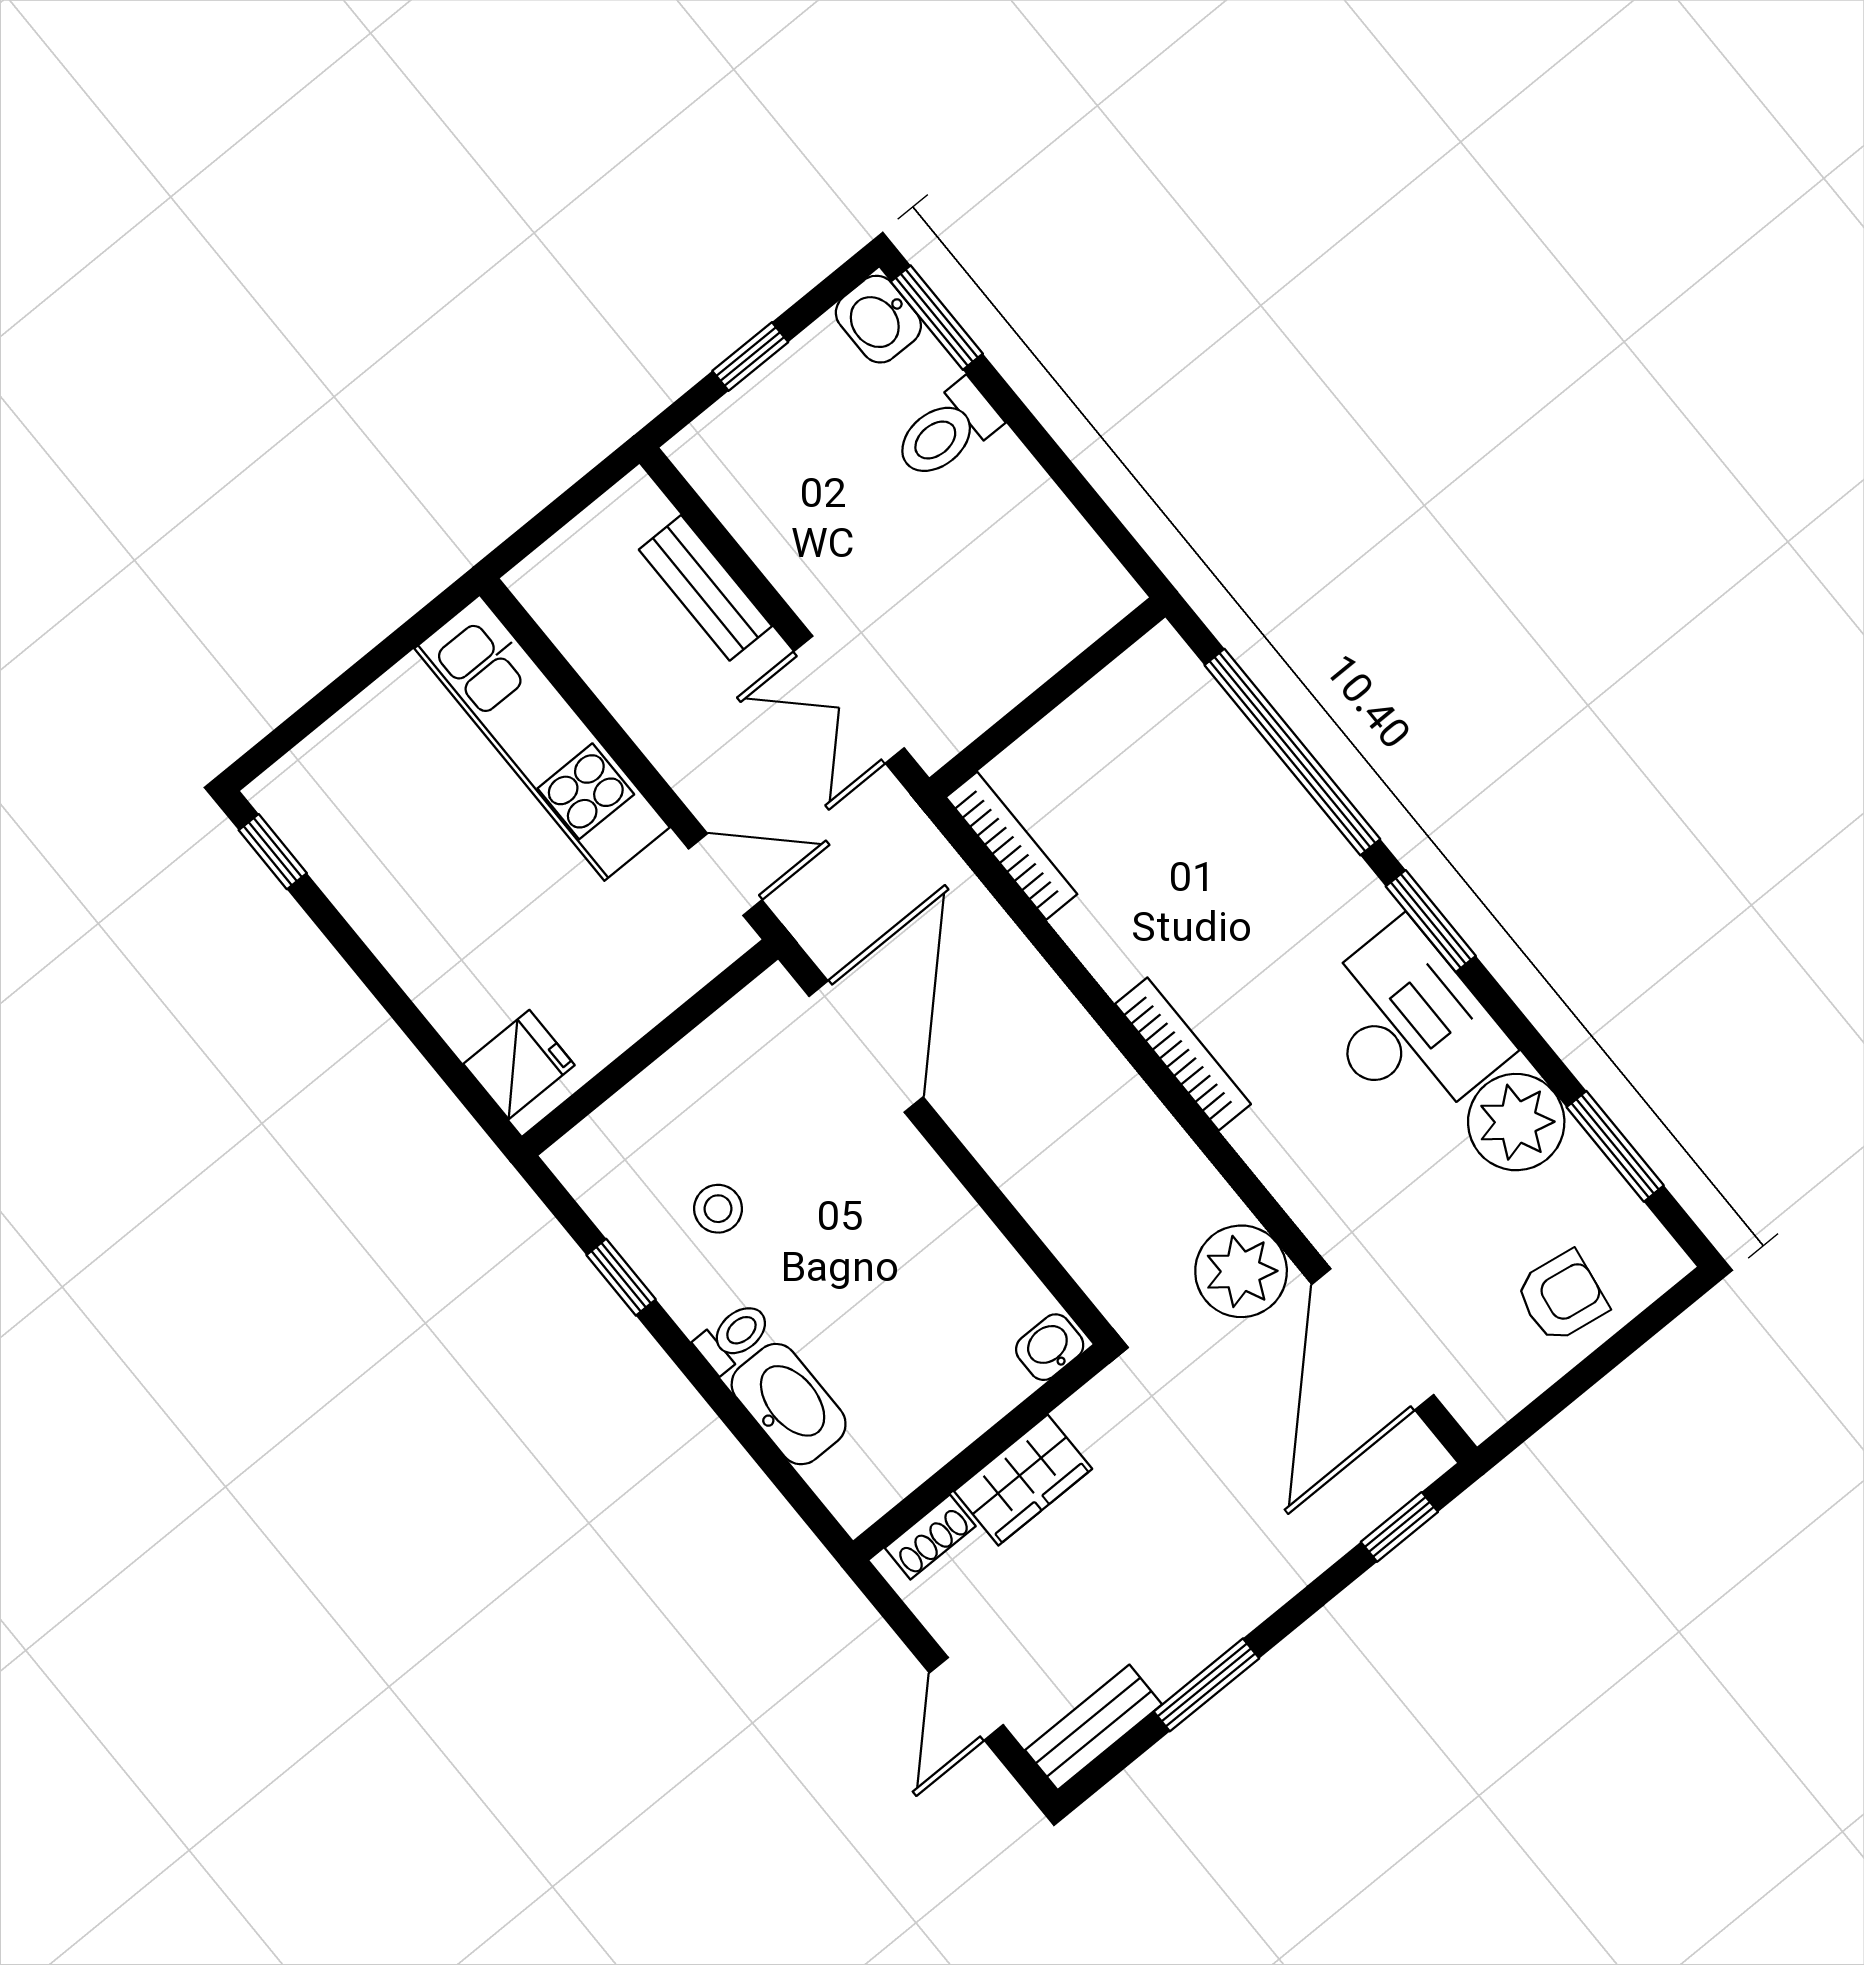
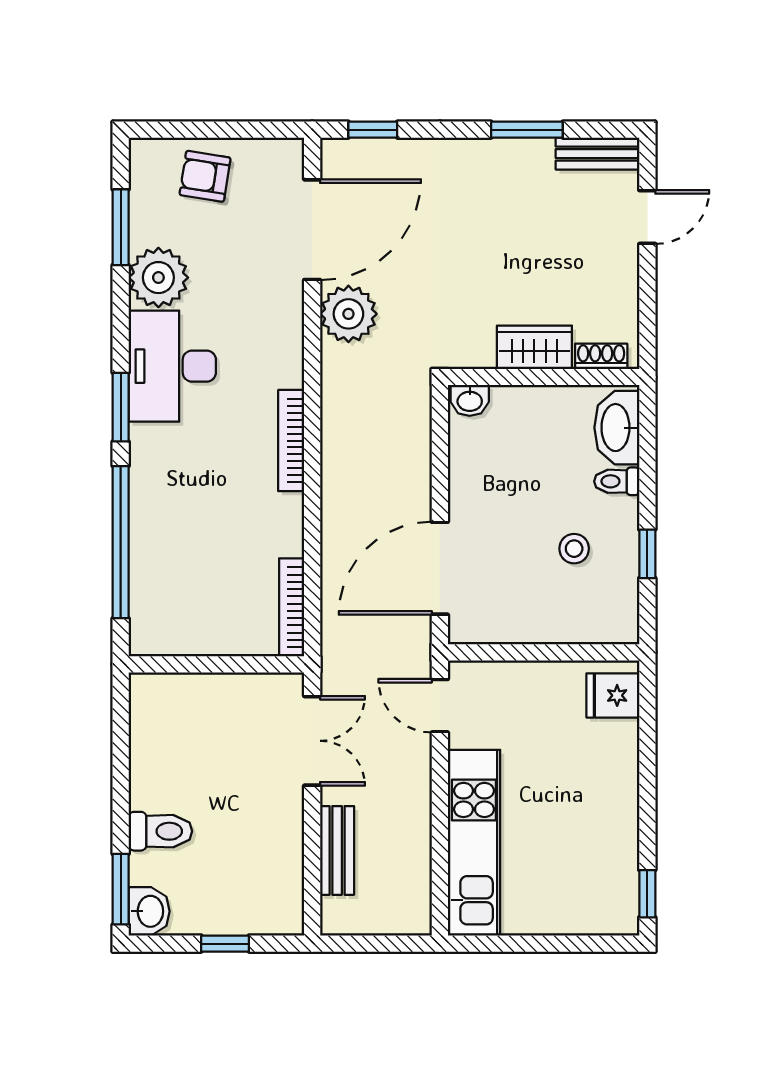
washbasin: (1050, 1347) -> (470, 400), moved
wall: (981, 1452) -> (544, 377), moved
wardrobe: (1023, 1480) -> (534, 347), moved
shoe rack: (930, 1537) -> (601, 356), moved

